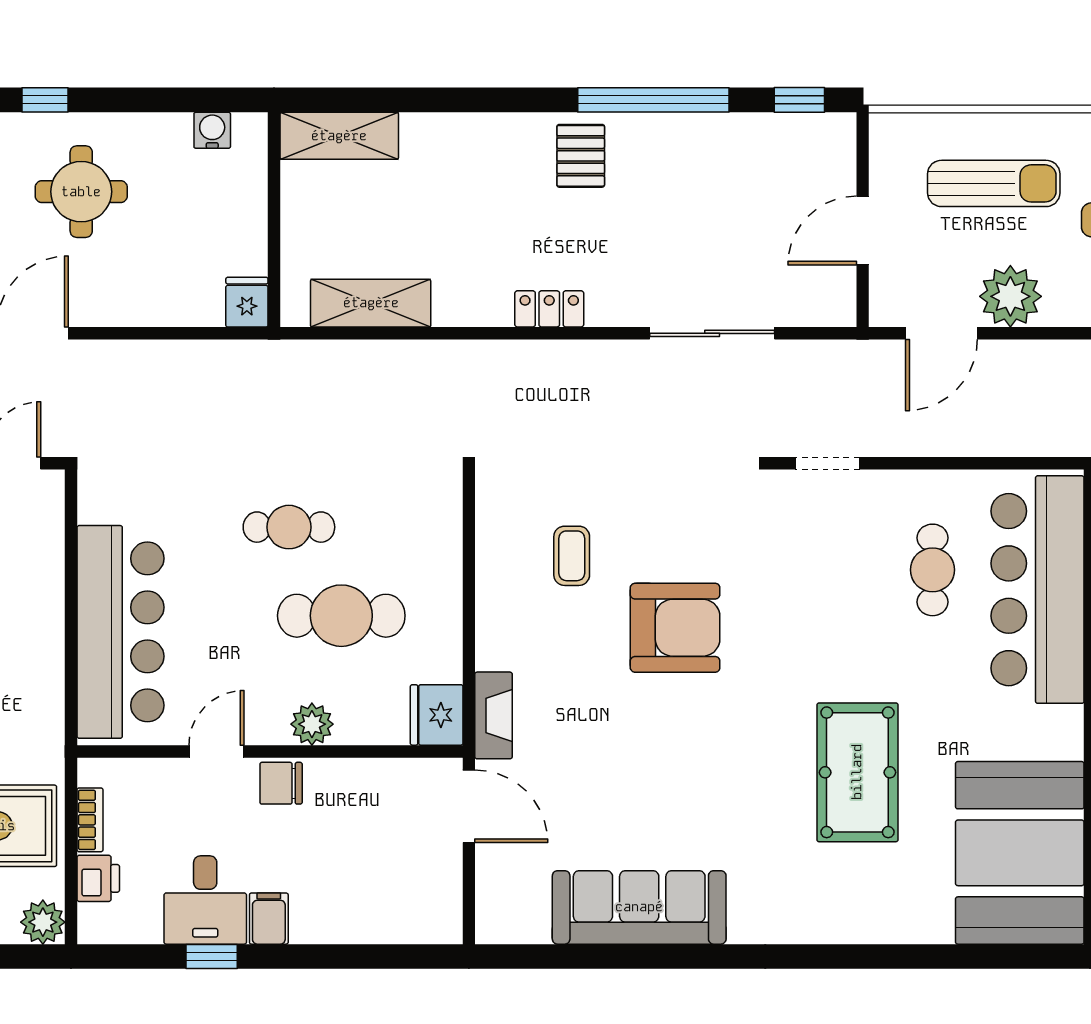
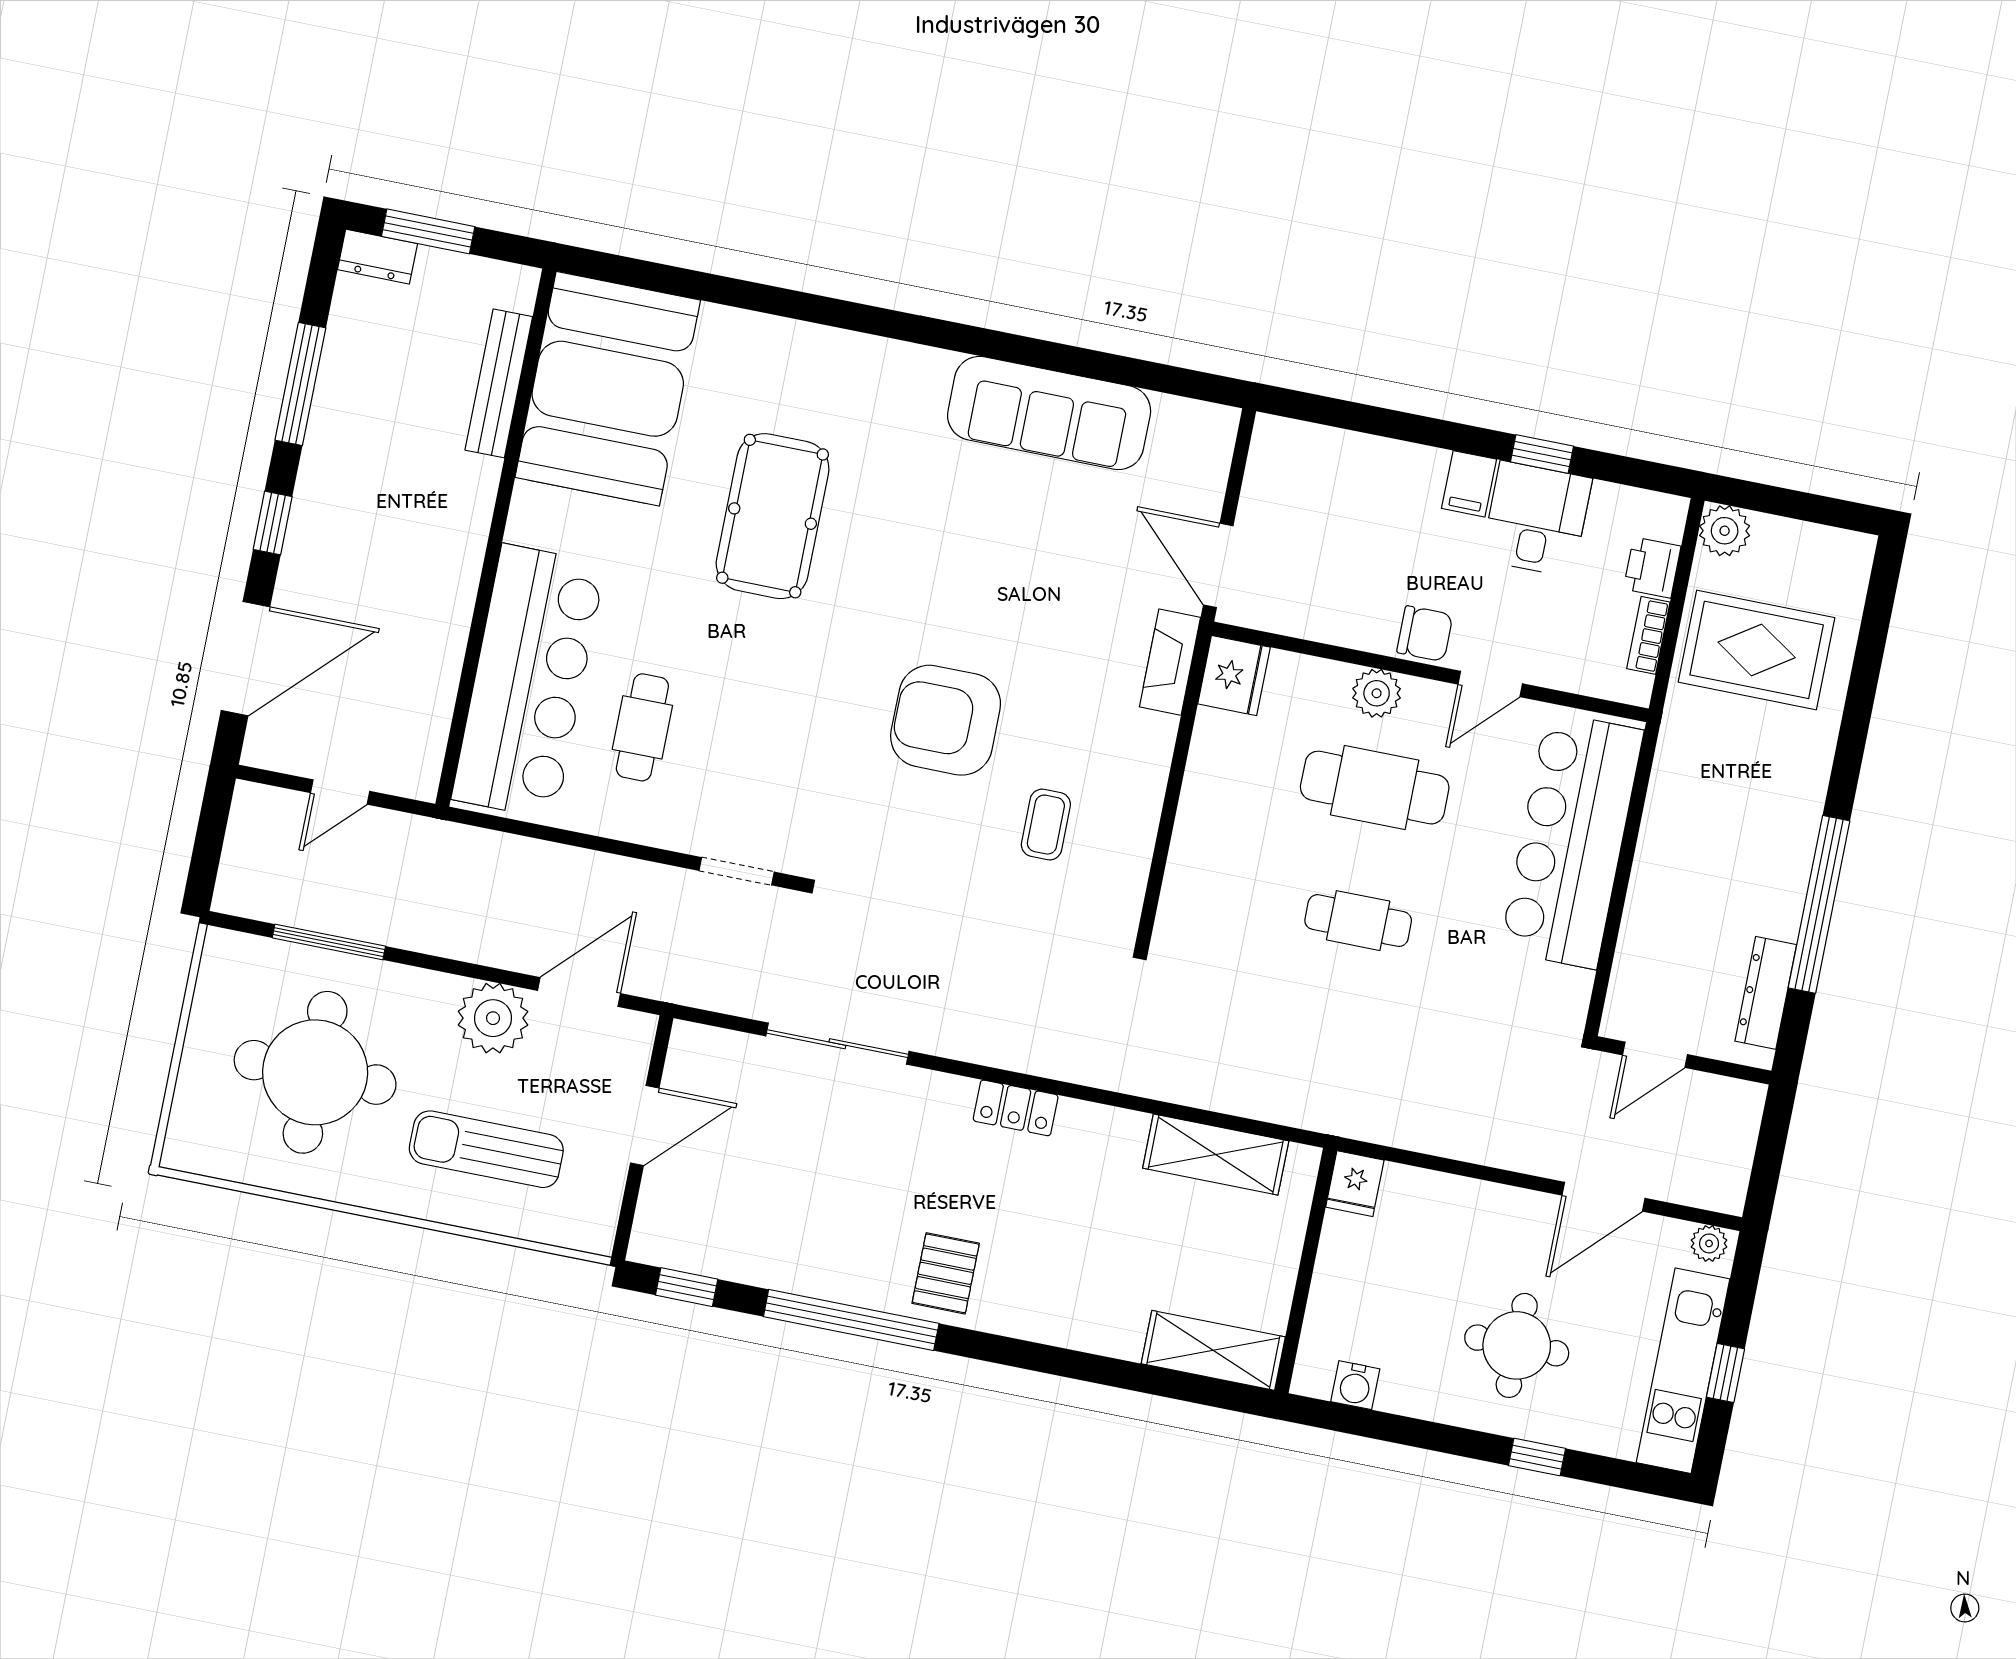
cafe table: (341, 616) -> (1375, 788), moved

